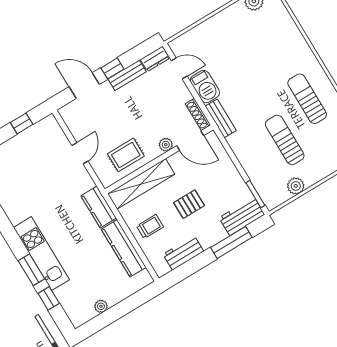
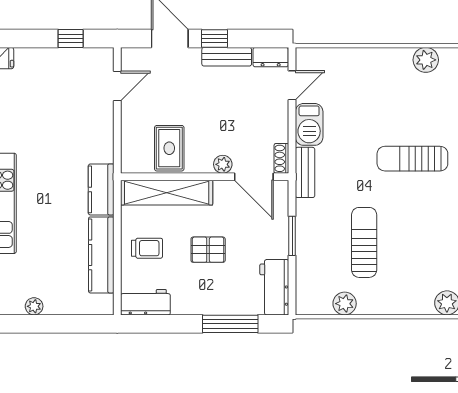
door: (179, 68) -> (292, 85), hinge flipped
sun lounger: (307, 99) -> (412, 159), moved, turned -90
shoe rack: (198, 114) -> (281, 158), width x0.70
door: (80, 153) -> (117, 86), moved
rug: (126, 155) -> (169, 148), turned 90
window: (255, 194) -> (292, 236), moved
workbench: (242, 216) -> (274, 287), moved, turned -90
workbench: (183, 253) -> (145, 302), moved

